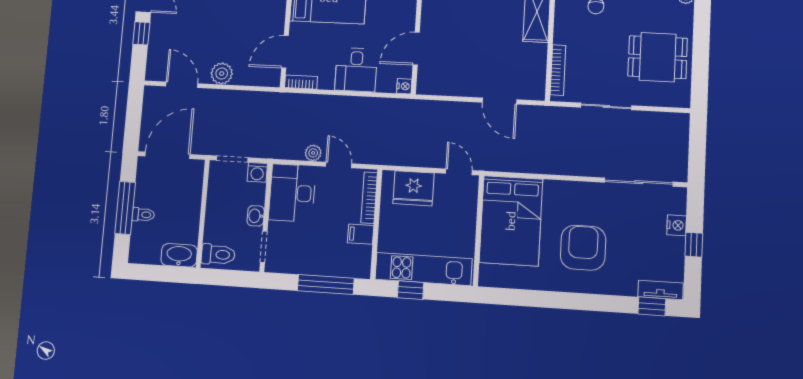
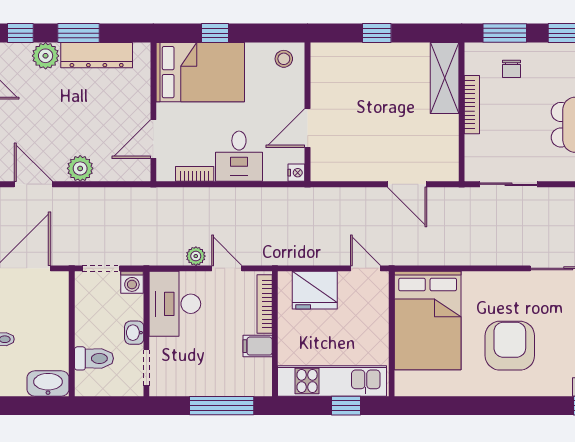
bookcase: (558, 70) -> (472, 105), moved
bookcase: (301, 82) -> (195, 174), moved
sliding door: (606, 106) -> (508, 184), moved
toilet: (218, 254) -> (94, 358), moved
window: (411, 290) -> (346, 406), moved

